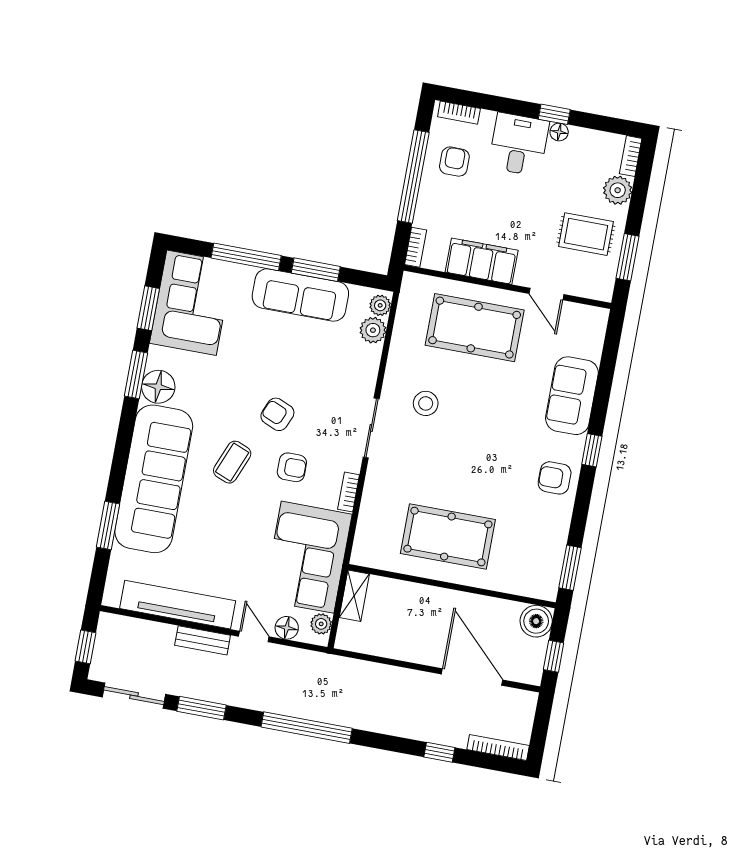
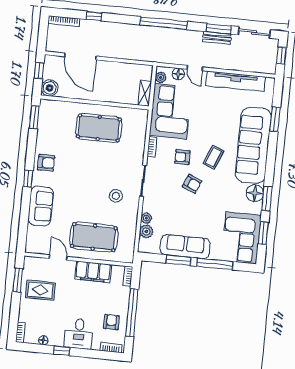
floor lamp: (559, 132) -> (43, 340), moved
armchair: (454, 162) -> (111, 322), turned 180
plant: (618, 190) -> (26, 314), removed
plant: (380, 305) -> (146, 218), moved
bench: (203, 640) -> (217, 38), moved

